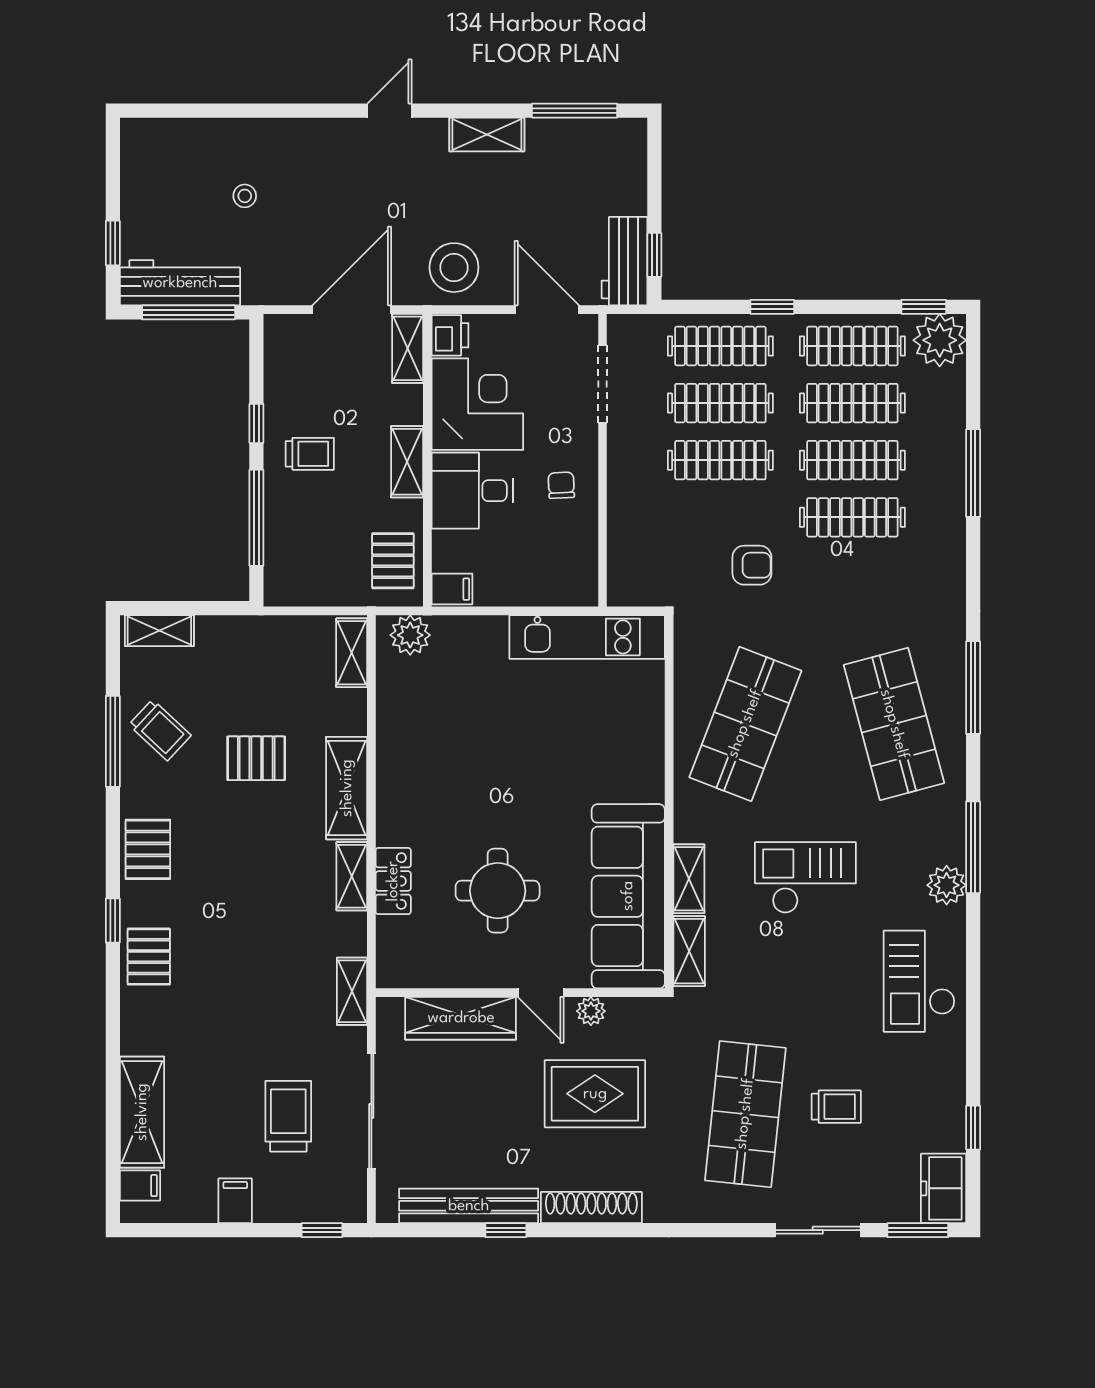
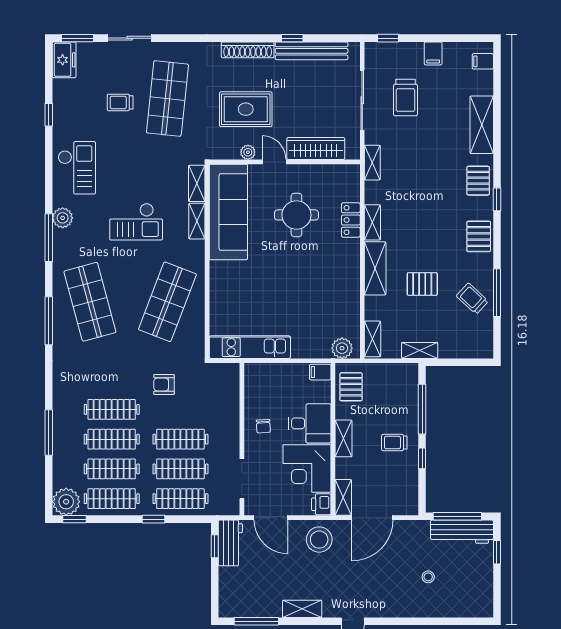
shelving: (159, 631) -> (420, 350), moved
shelving: (142, 1112) -> (482, 125), moved
window: (973, 1128) -> (49, 115), moved

